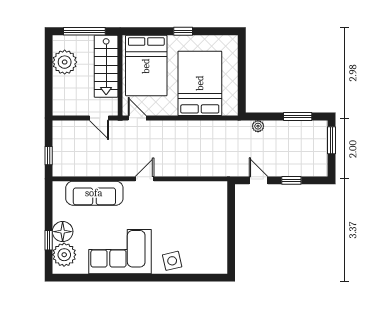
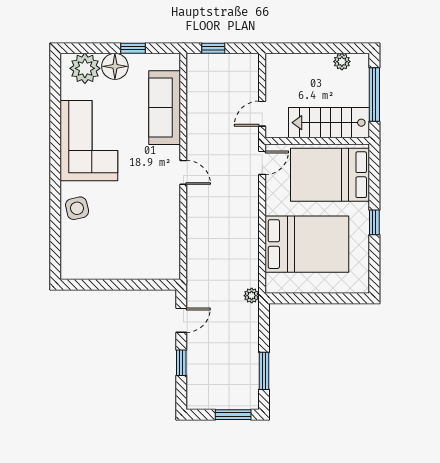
plant: (65, 62) -> (342, 62), width x0.53, depth x0.53
plant: (258, 126) -> (252, 296), moved
window: (49, 240) -> (133, 48), moved

